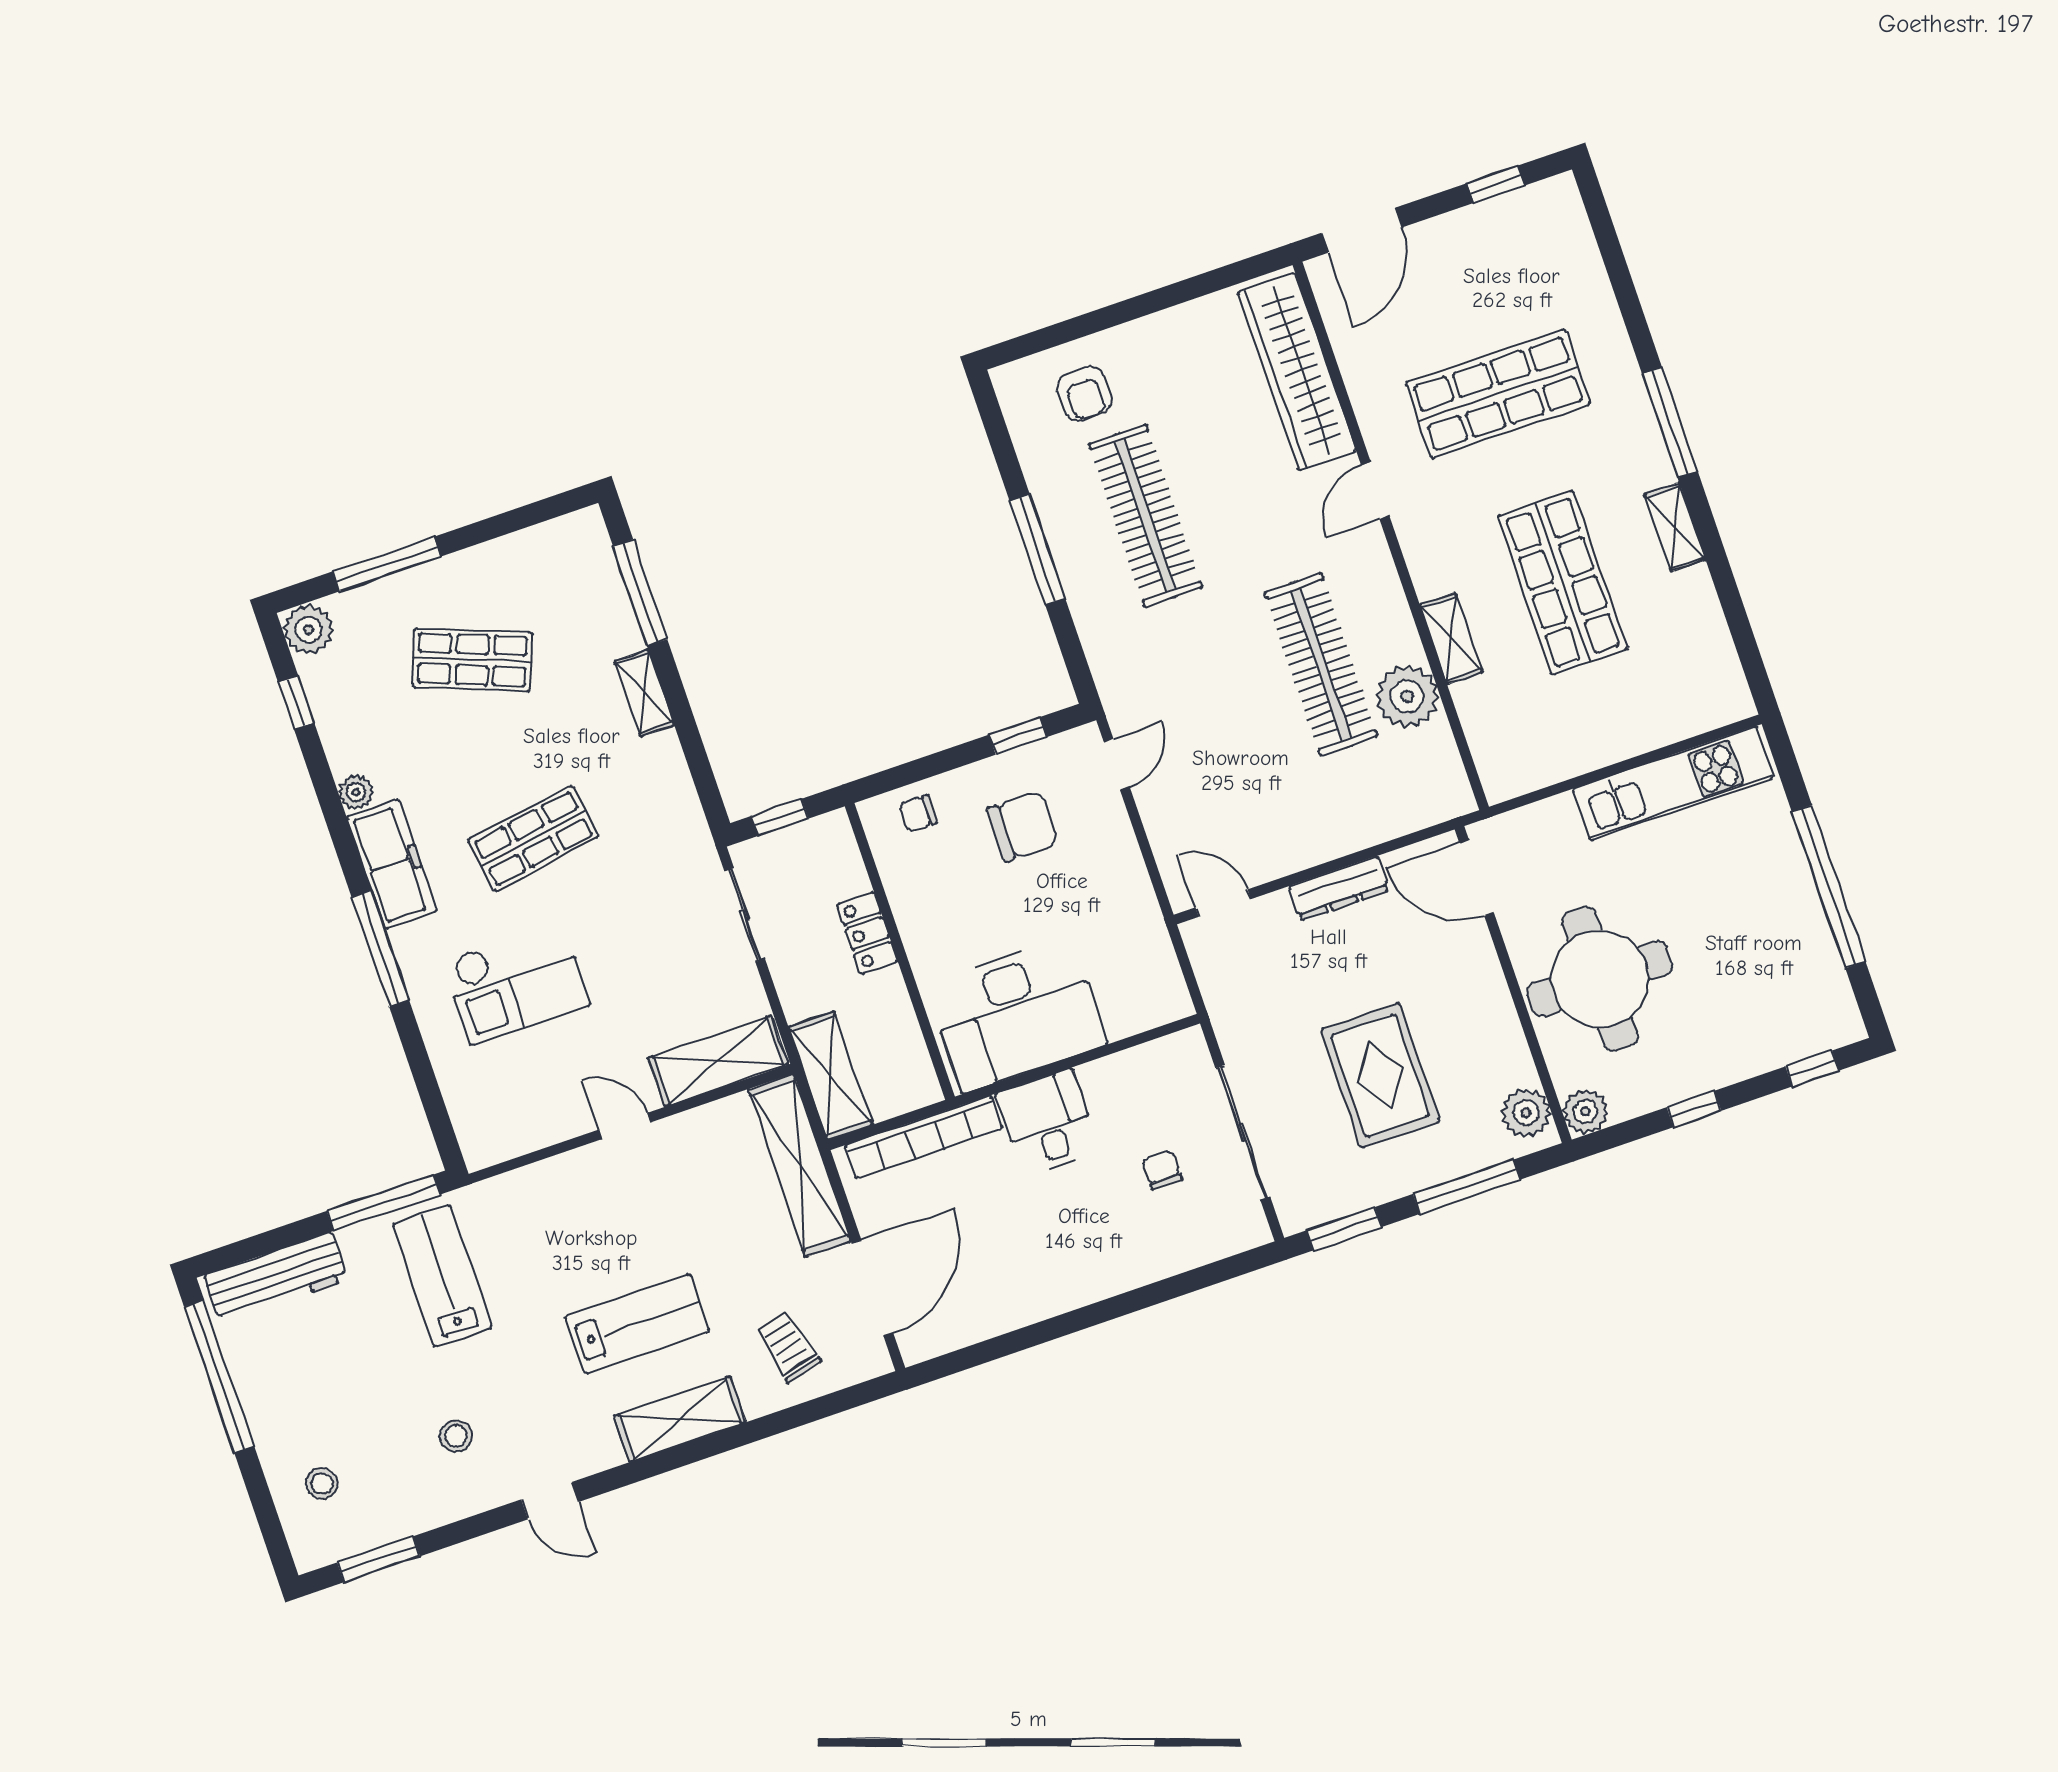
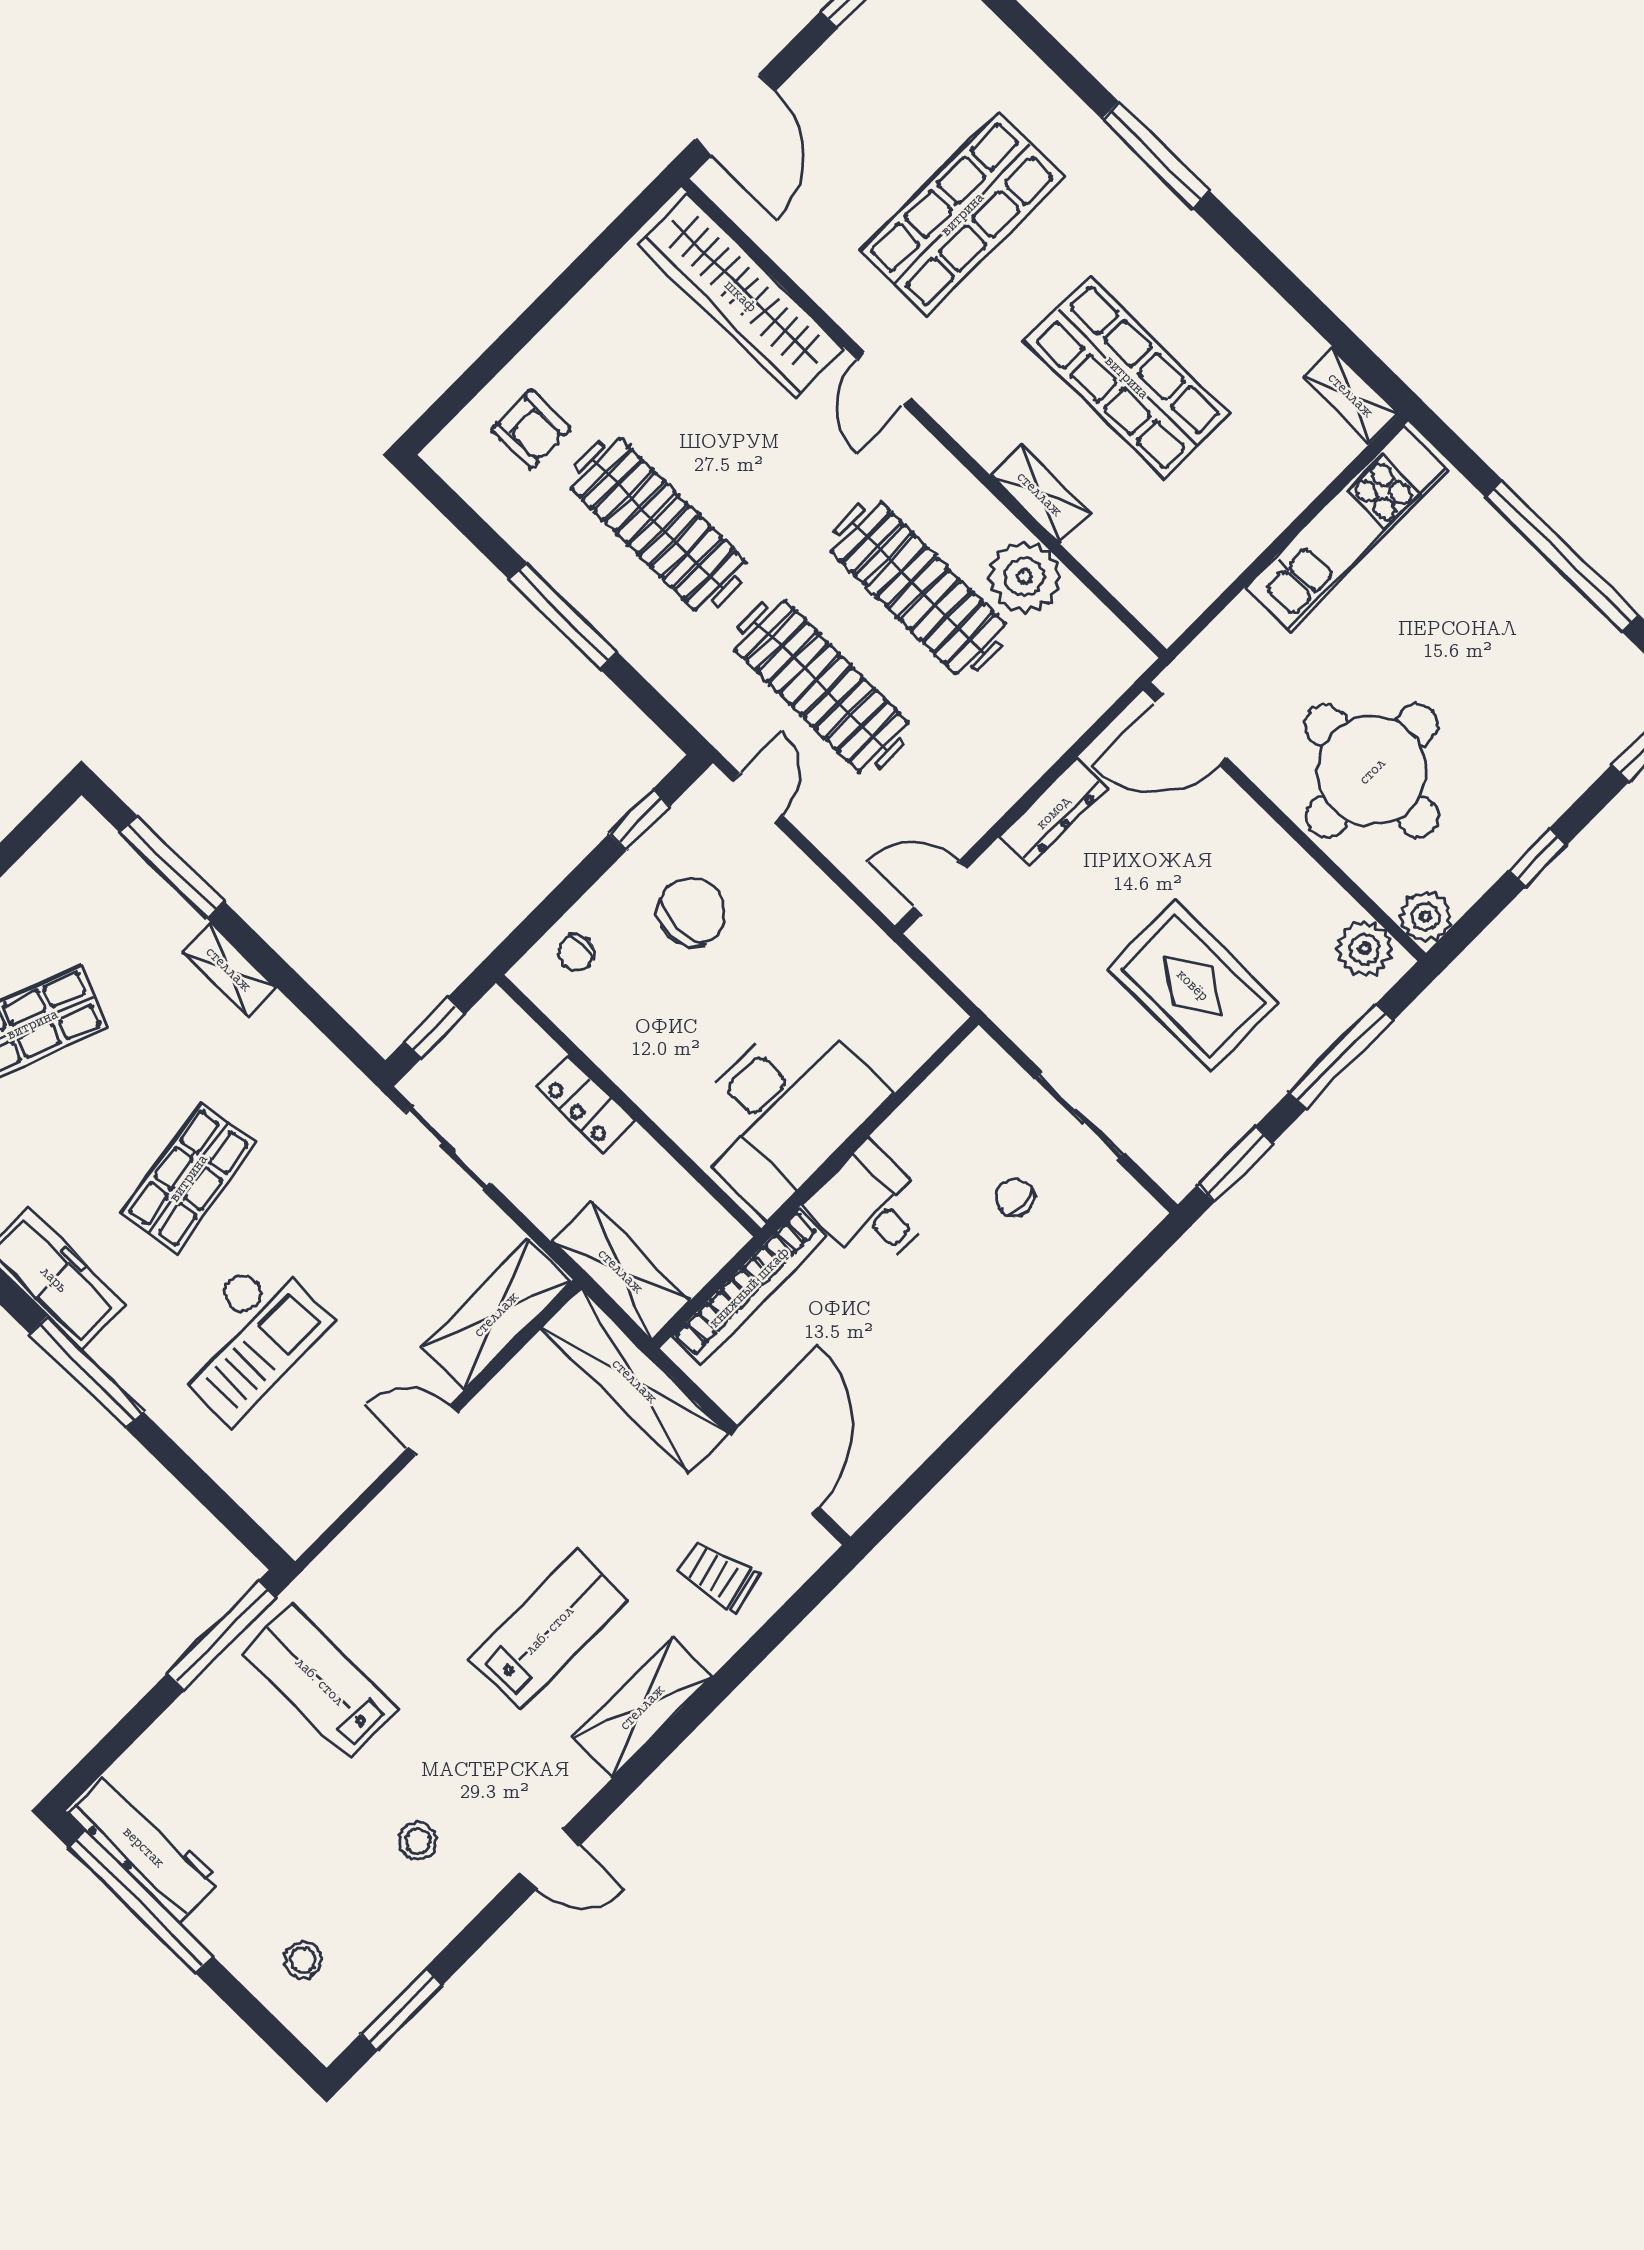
shelving: (1675, 527) -> (1351, 395), moved
clothes rail: (1209, 703) -> (822, 686), added
sliding door: (1243, 1132) -> (1080, 1116), width x0.73
workbench: (276, 1277) -> (144, 1847), moved, turned -90

